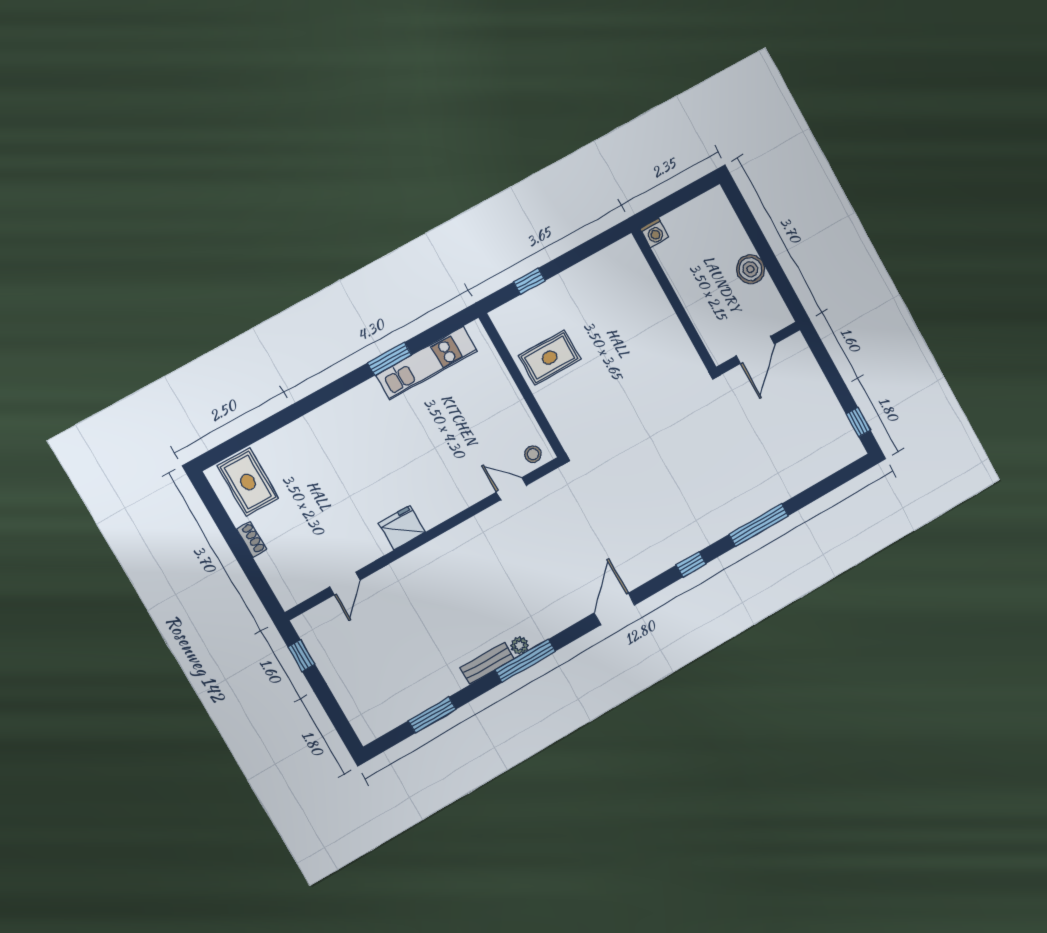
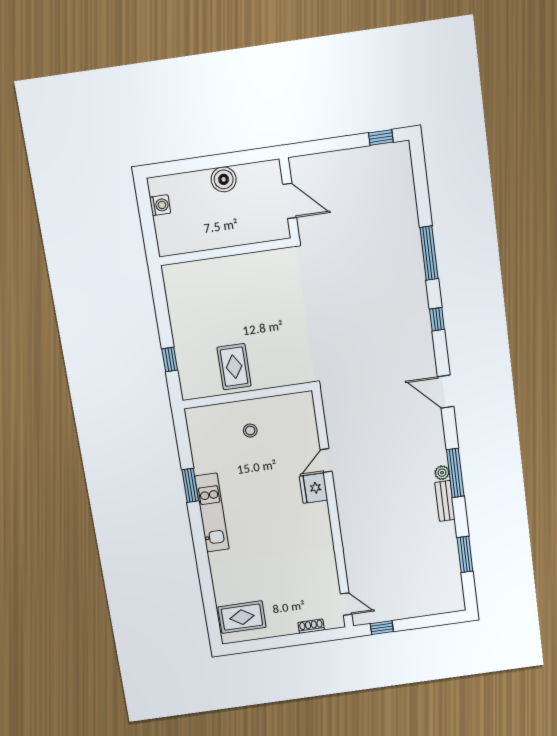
washing machine: (654, 233) -> (160, 205), moved
kitchen unit: (427, 363) -> (212, 513), moved
stool: (533, 454) -> (250, 431), moved
door: (511, 489) -> (326, 461), moved
fridge: (402, 528) -> (314, 488), moved
shoe rack: (251, 539) -> (311, 626), moved
door: (345, 583) -> (346, 604), moved

